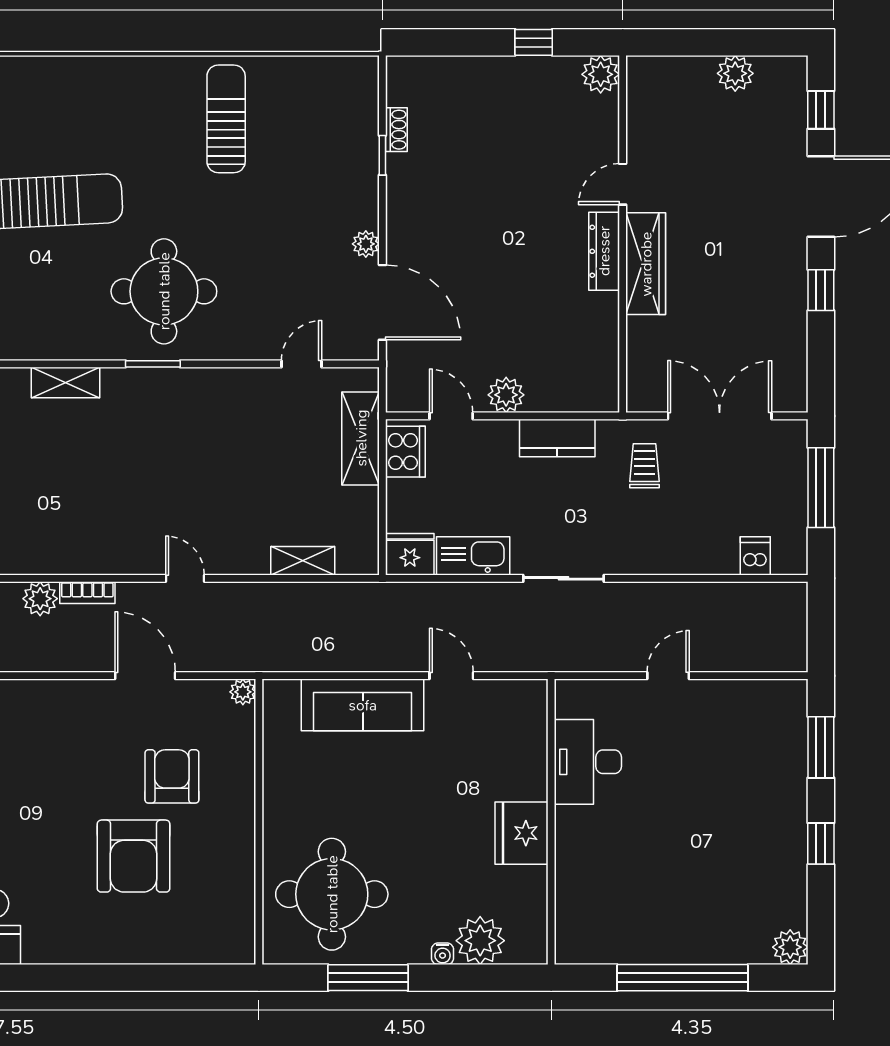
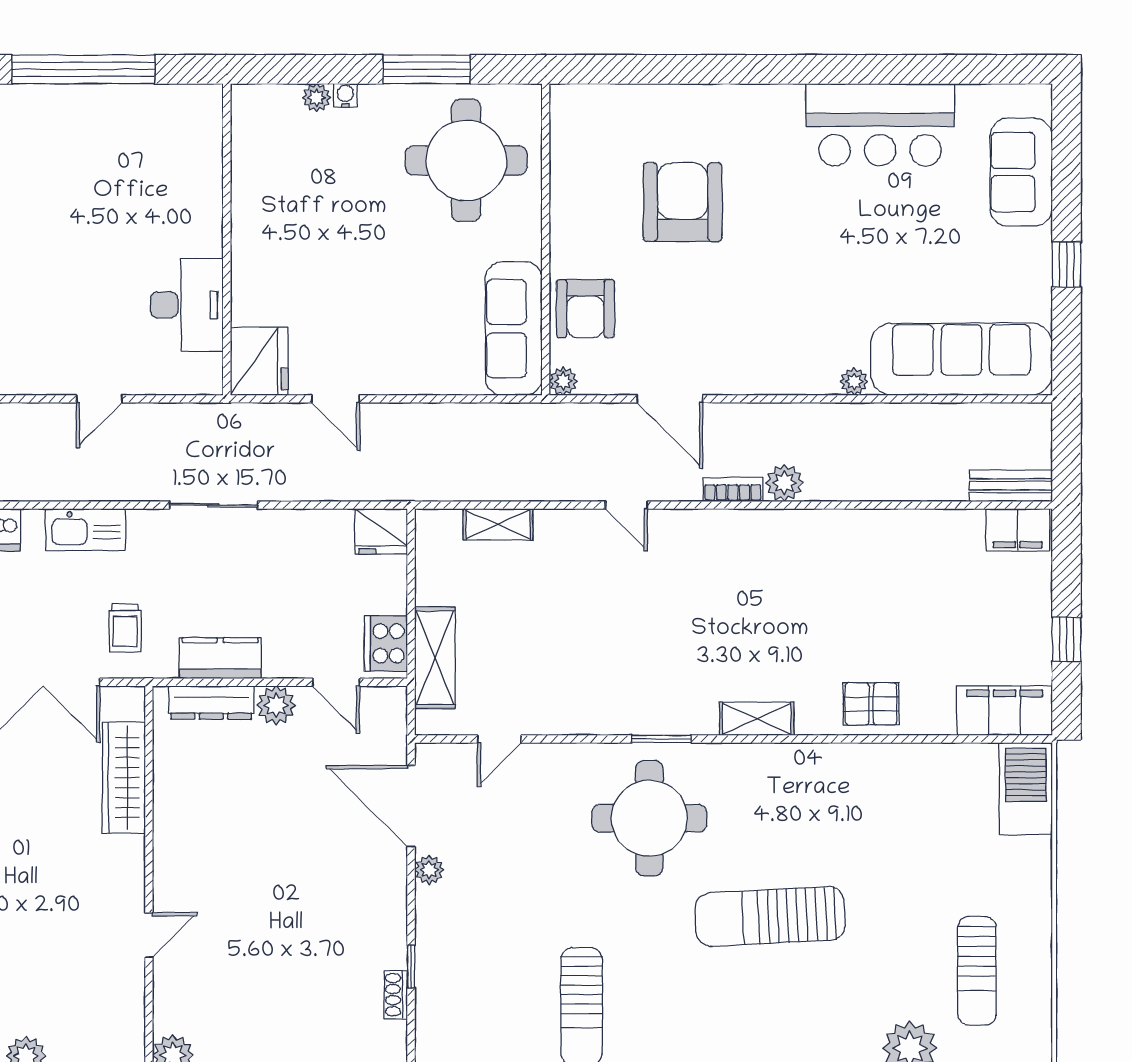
dresser: (604, 251) -> (211, 703), moved, turned 90
wardrobe: (646, 264) -> (124, 778), moved
kitchen sink: (473, 556) -> (85, 530), moved
sofa: (363, 705) -> (514, 329), moved, turned -90
armchair: (172, 776) -> (585, 309), moved
fridge: (522, 833) -> (259, 361), moved
plant: (480, 941) -> (317, 98), width x0.53, depth x0.53

